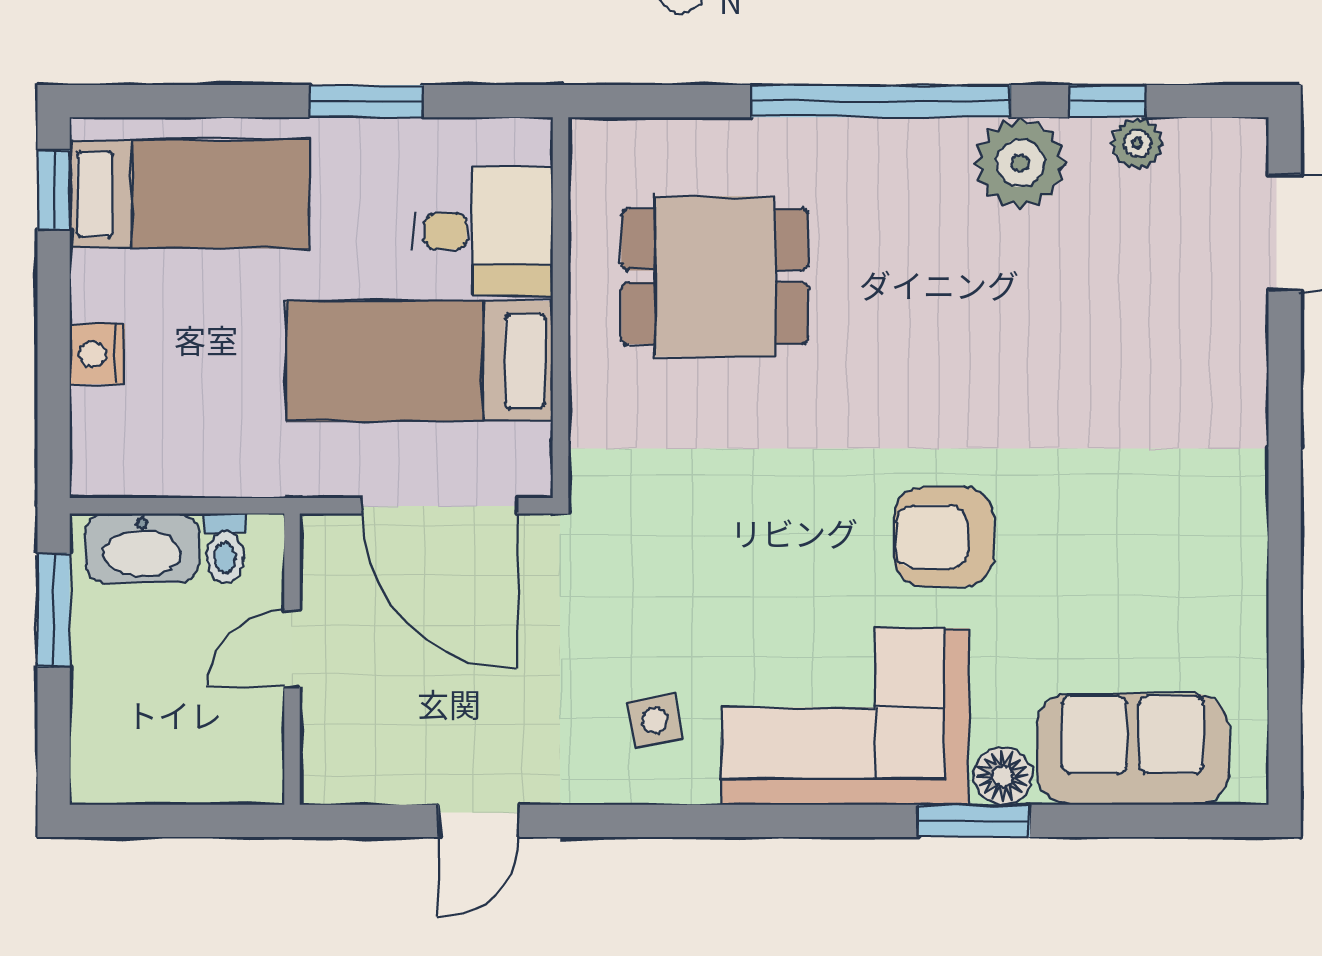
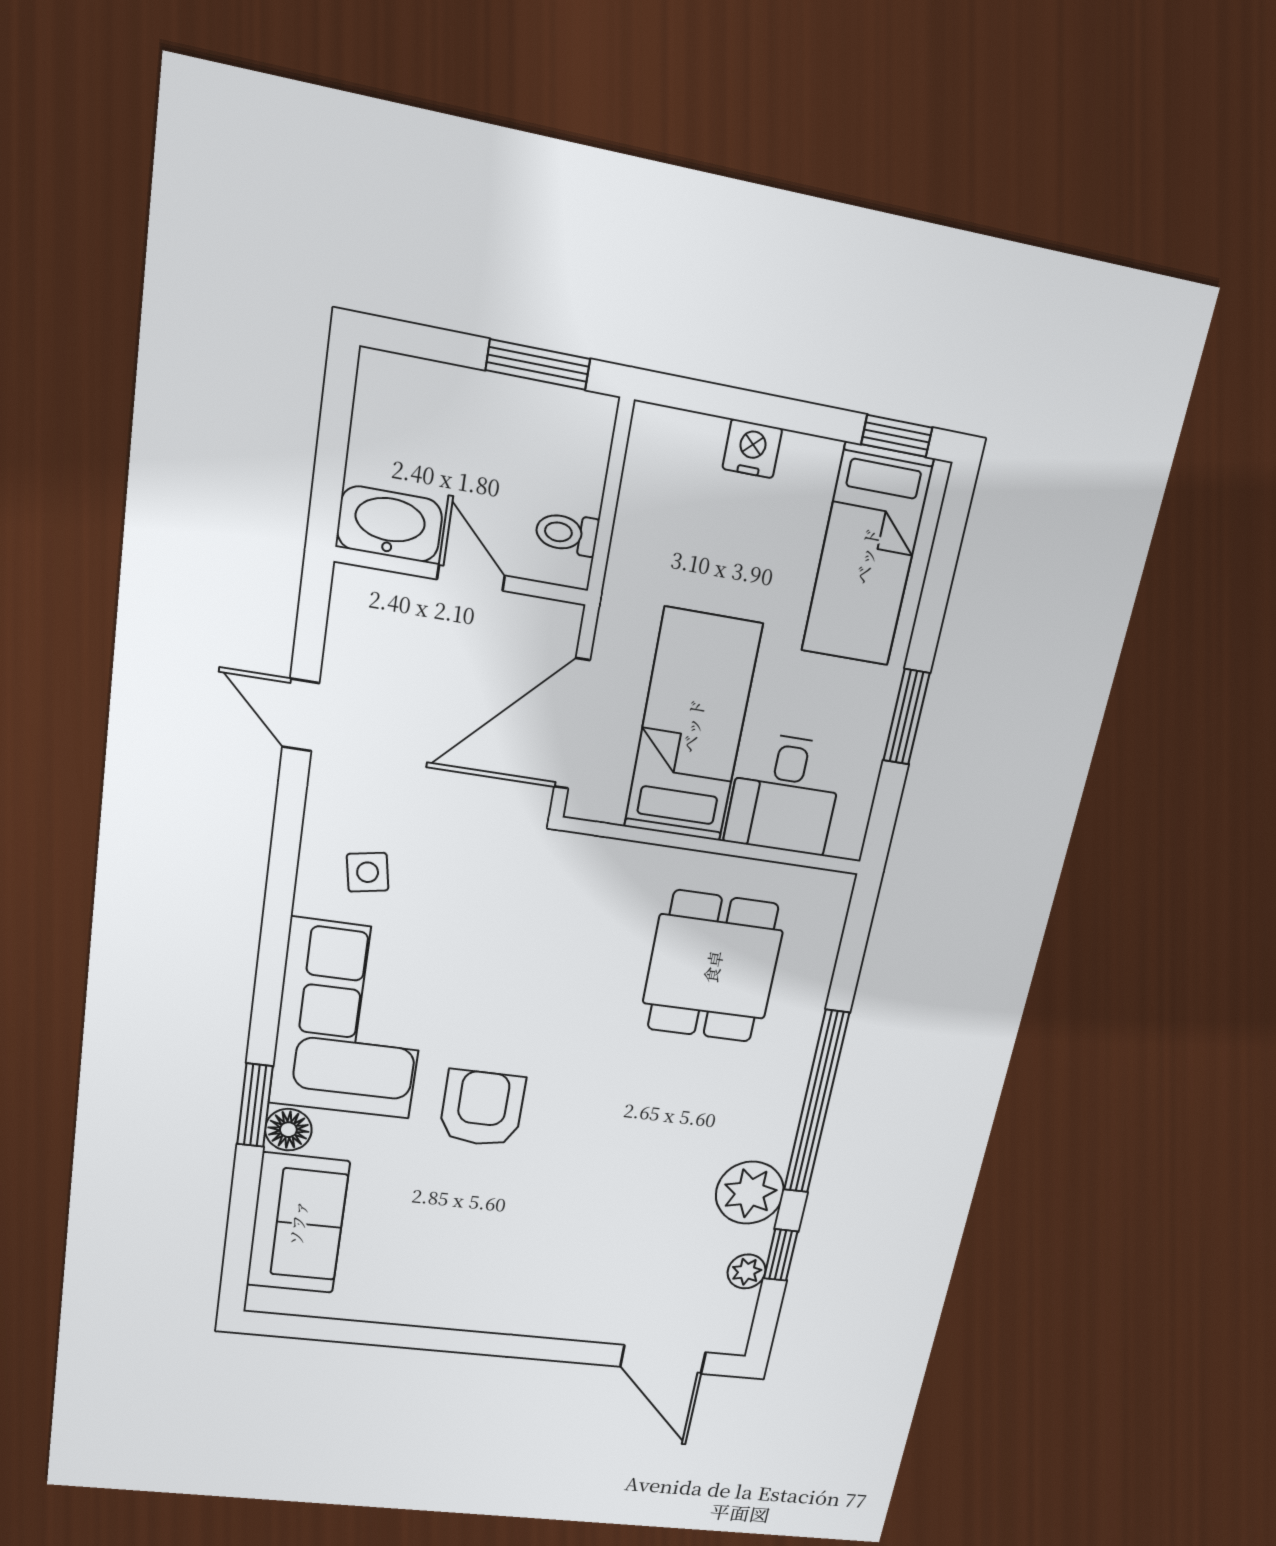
washbasin: (142, 548) -> (390, 524), moved, turned 90

